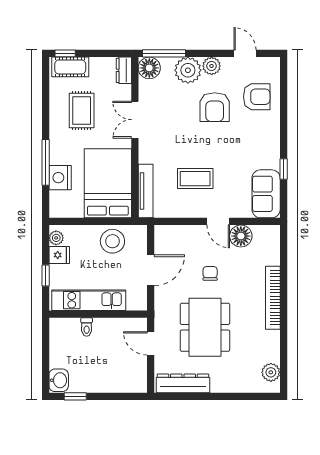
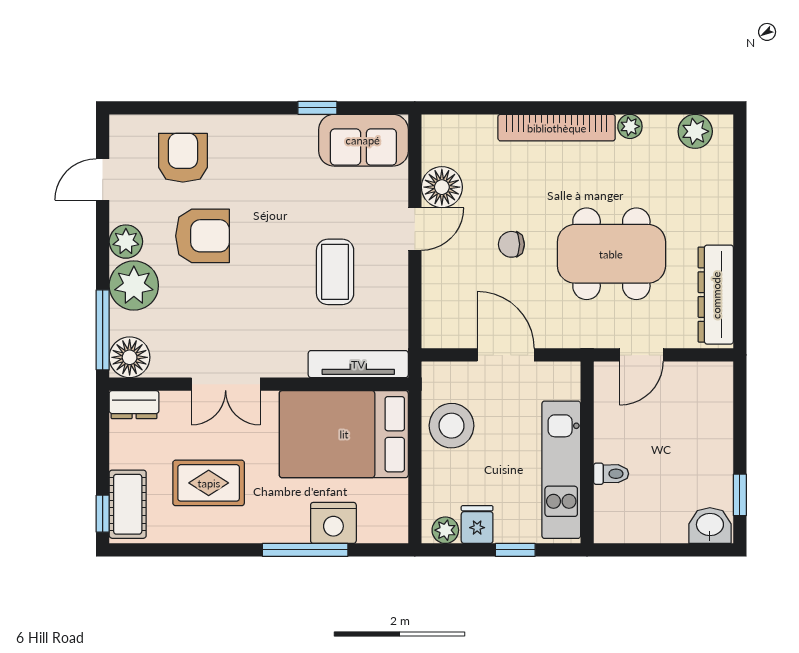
plant: (273, 337) -> (630, 126), added

